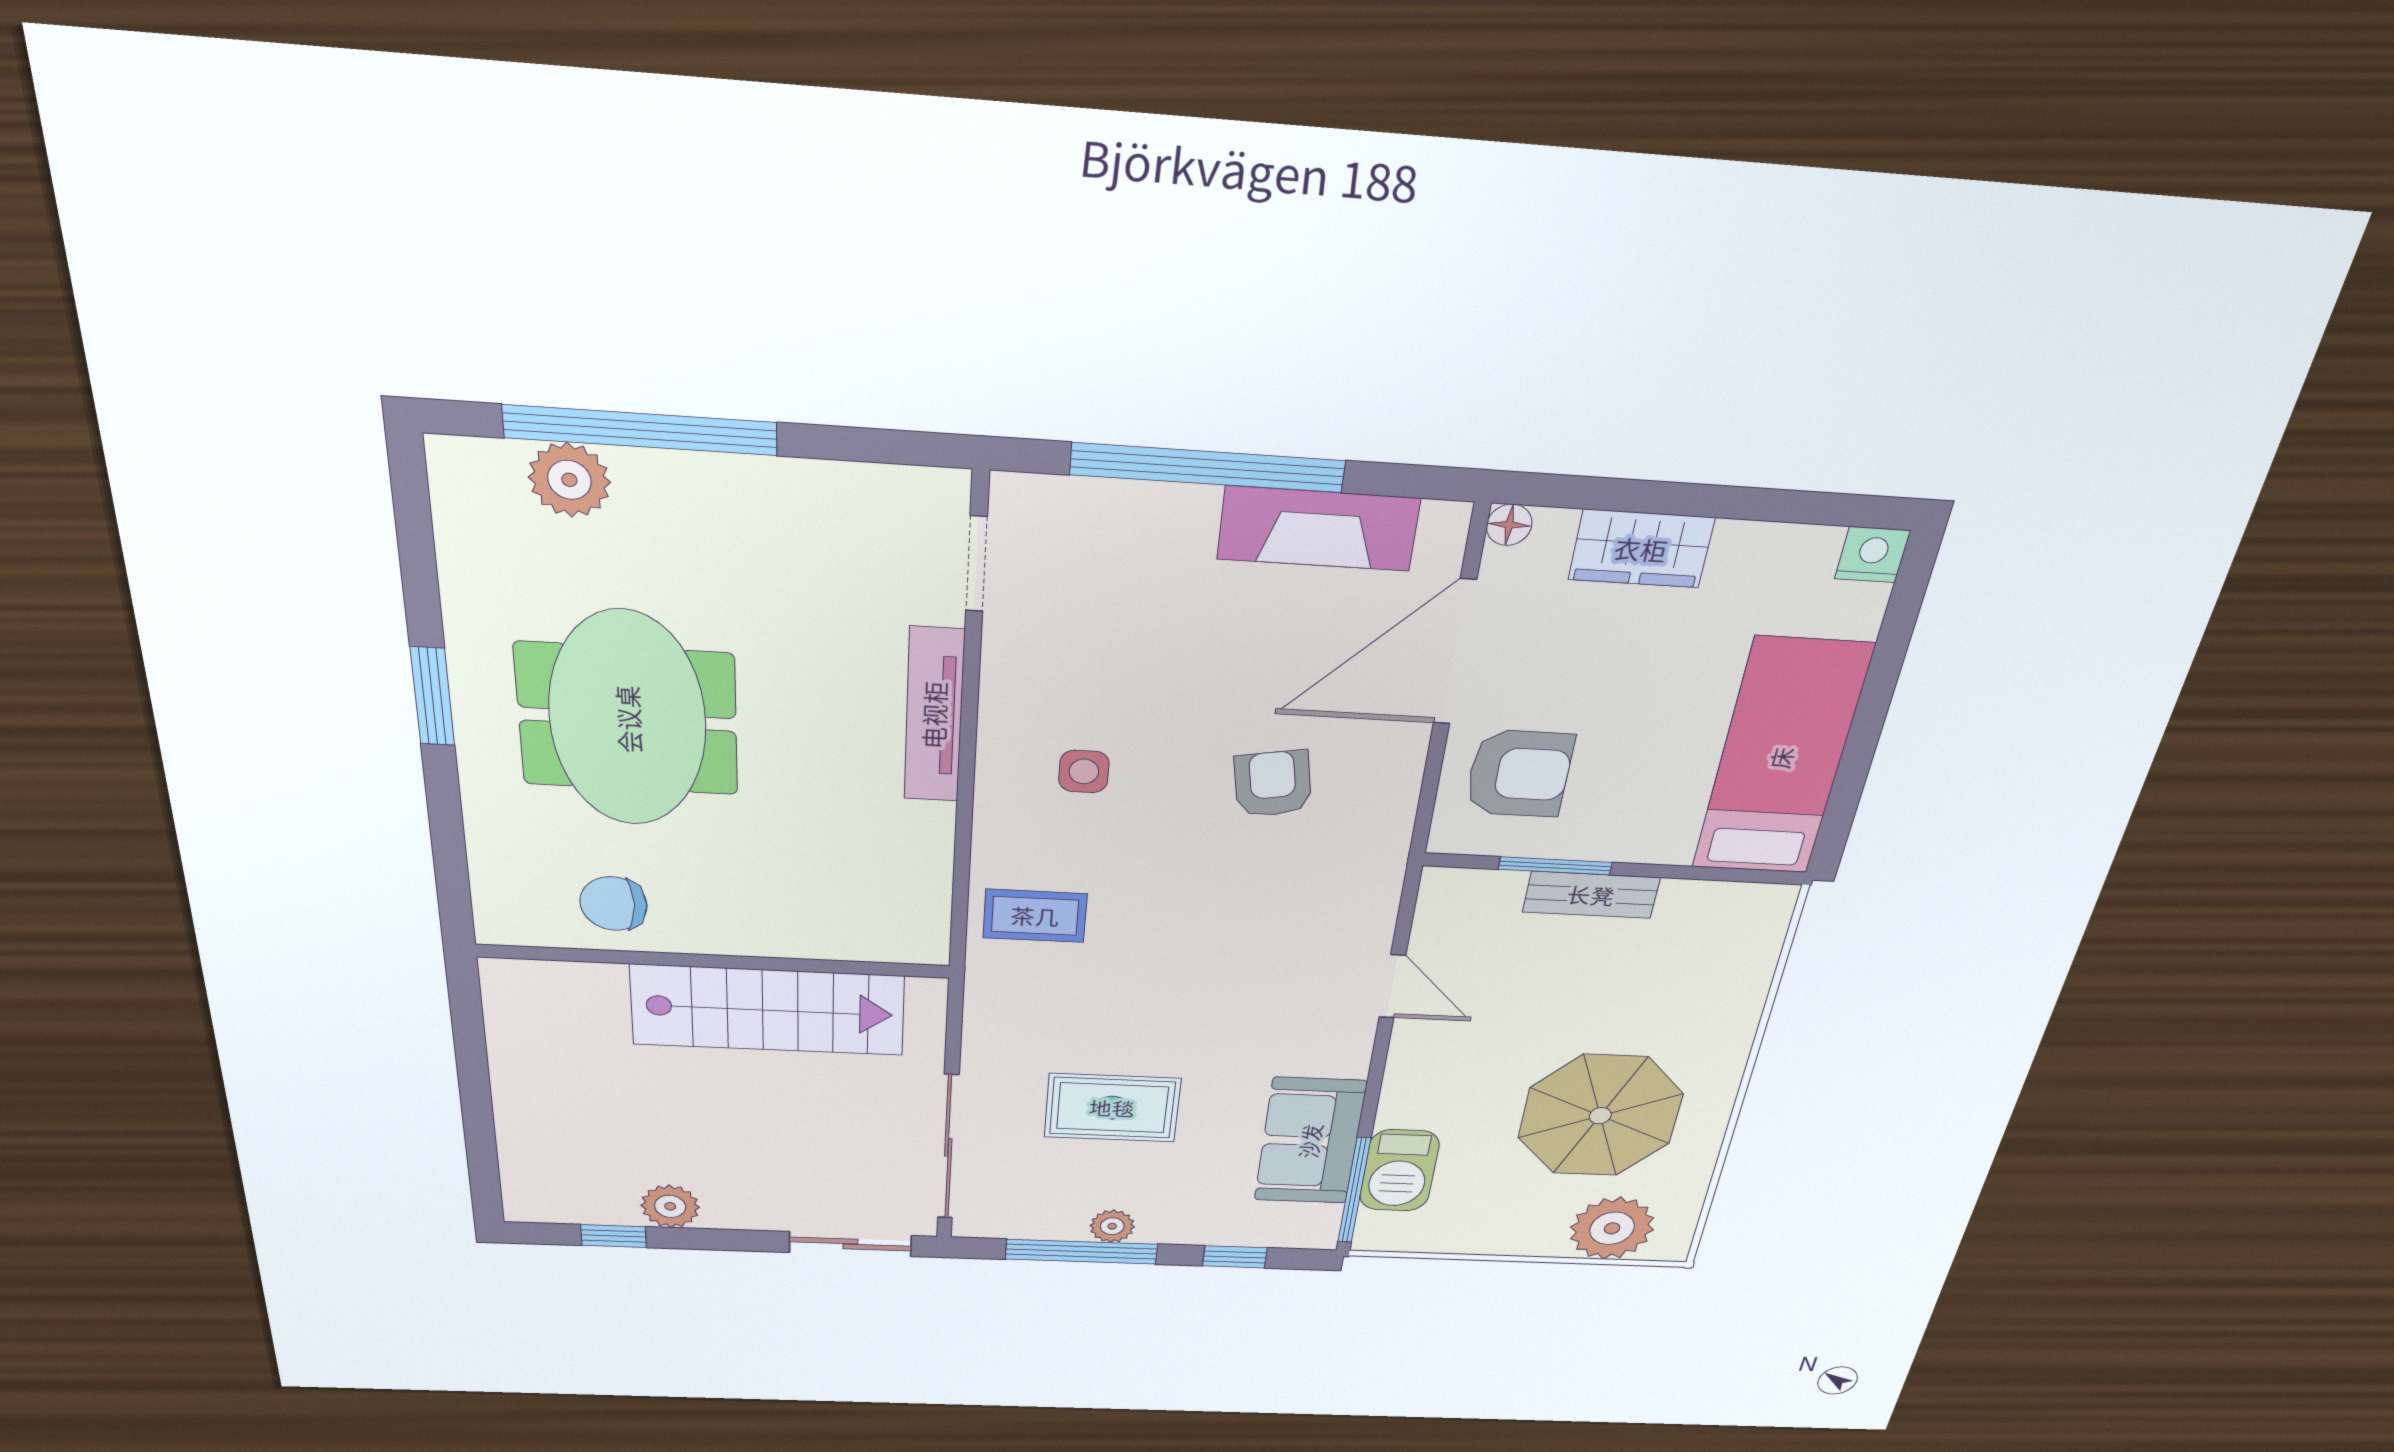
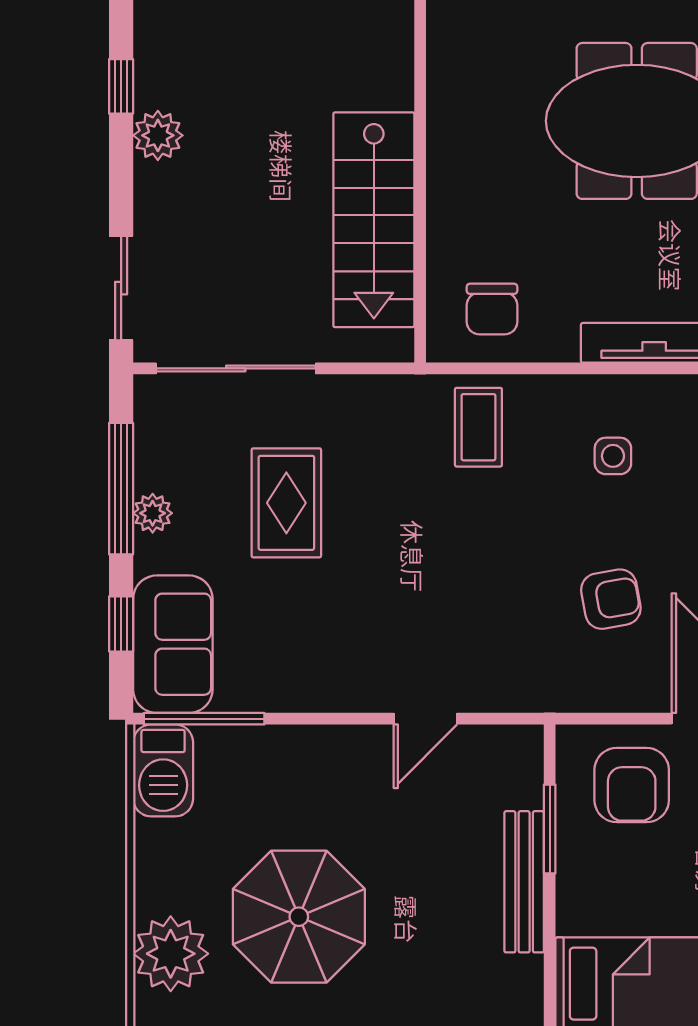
bench: (1591, 895) -> (524, 882), width x1.36
chair: (613, 904) -> (492, 309), moved, turned 180
sofa: (1310, 1141) -> (173, 644), moved, turned 90
barbecue: (1399, 1171) -> (163, 770), moved, turned -90

